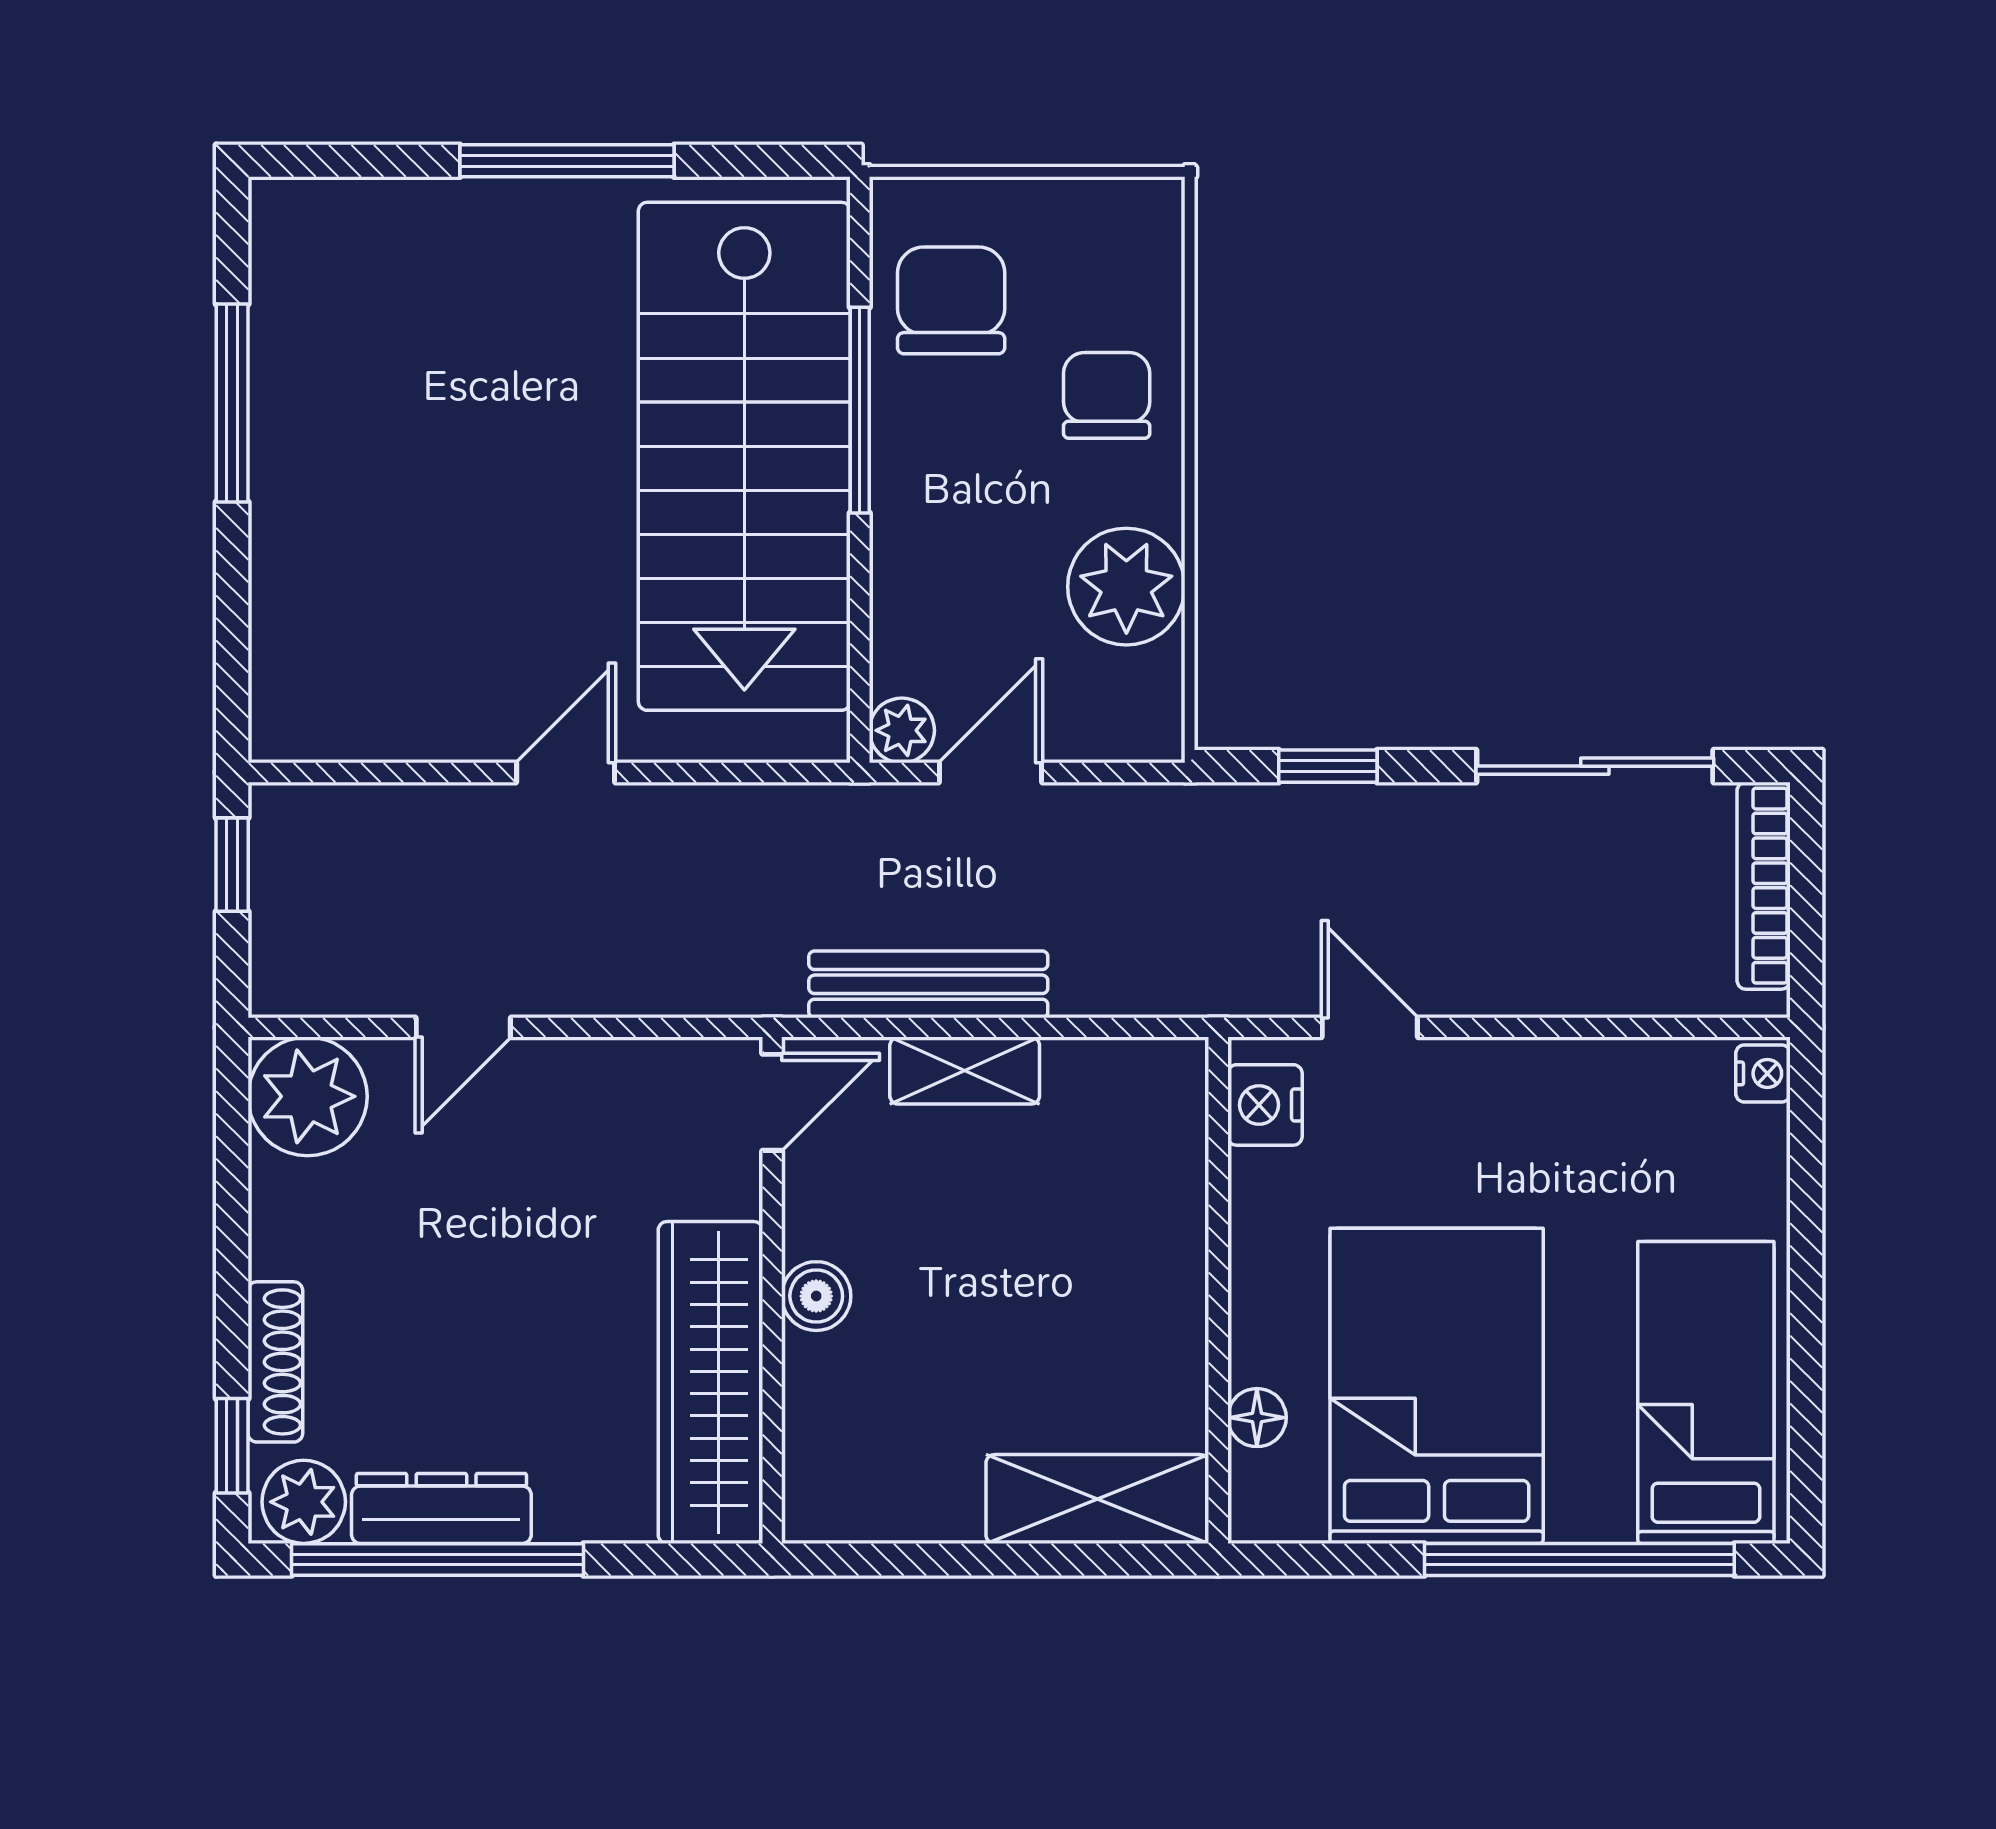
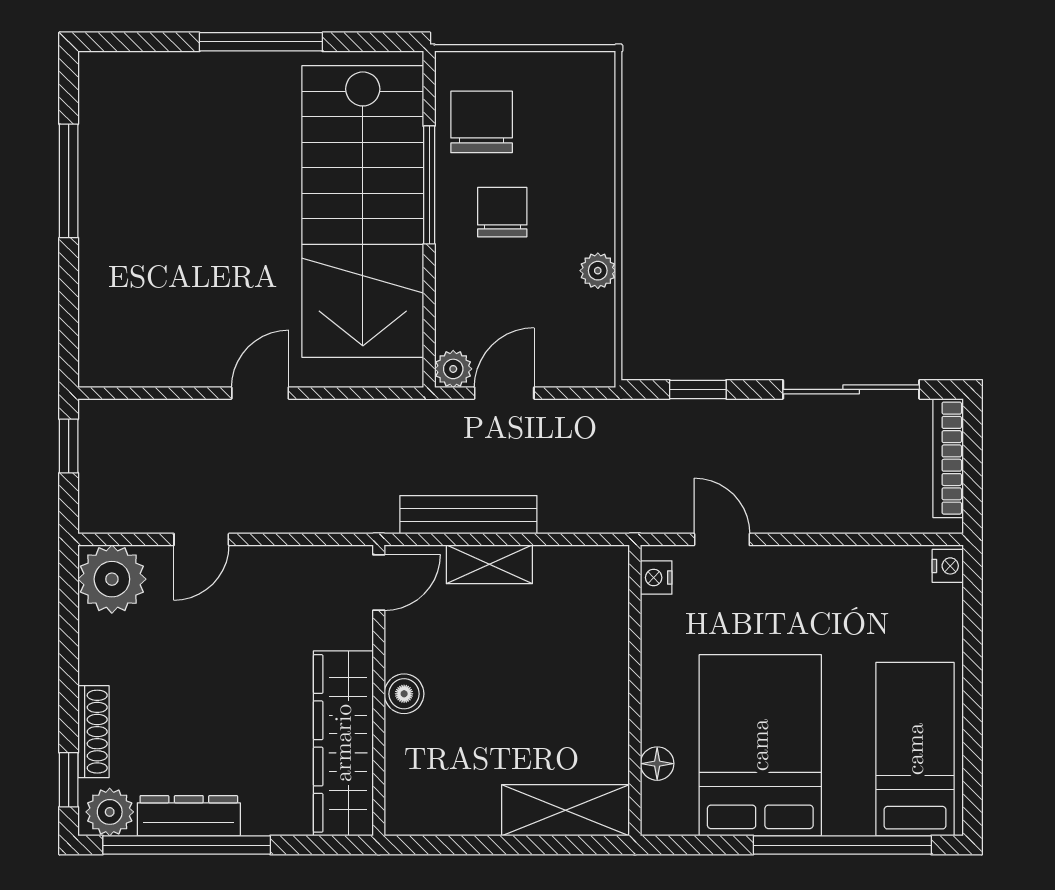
chair: (1107, 395) -> (502, 212), moved
plant: (1126, 587) -> (598, 271), width x0.53, depth x0.53
nightstand: (1265, 1105) -> (656, 578), width x0.72, depth x0.74

